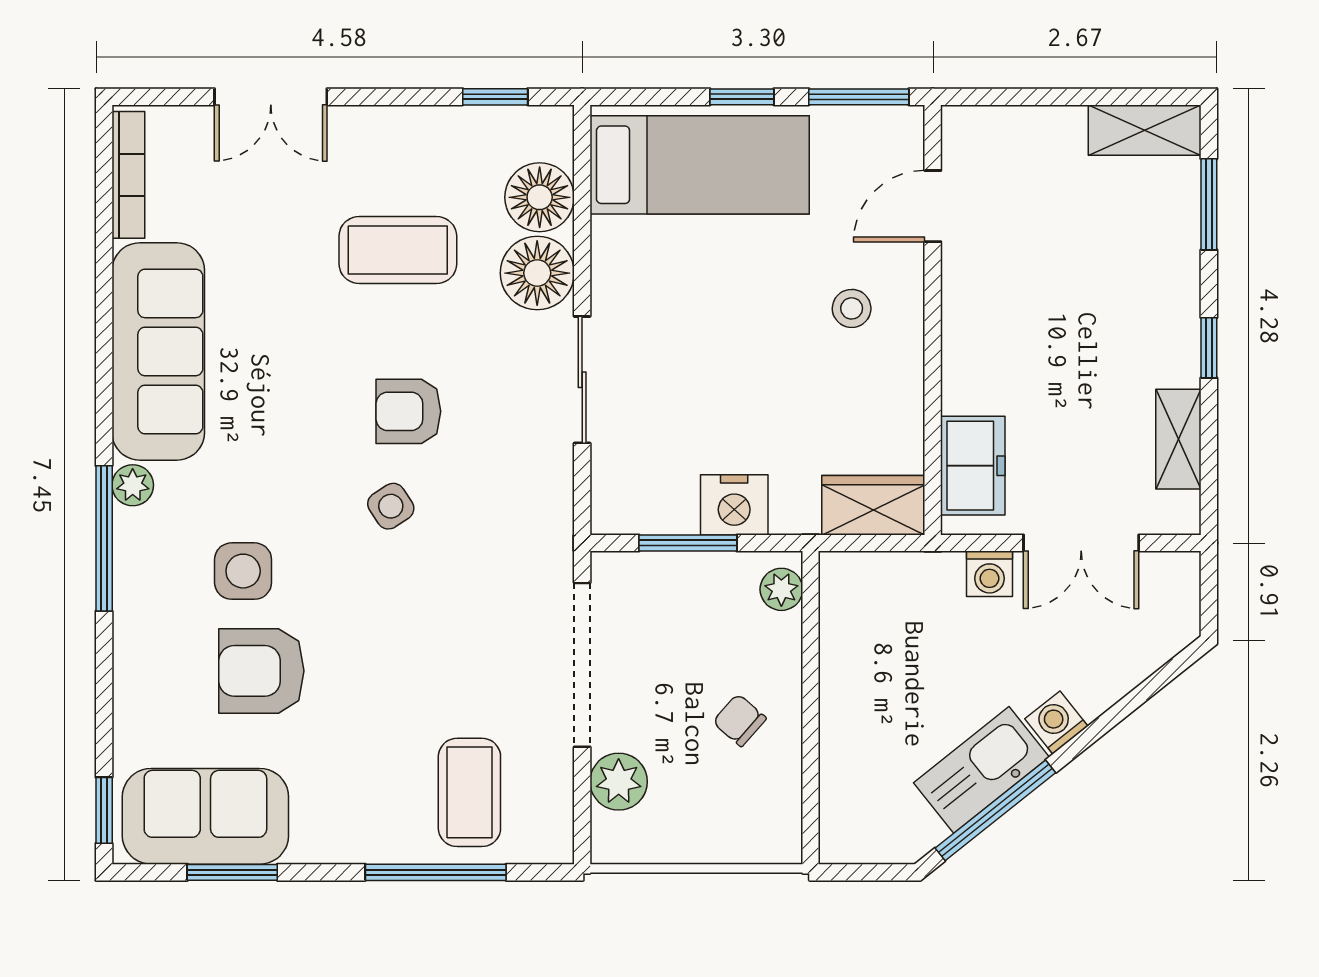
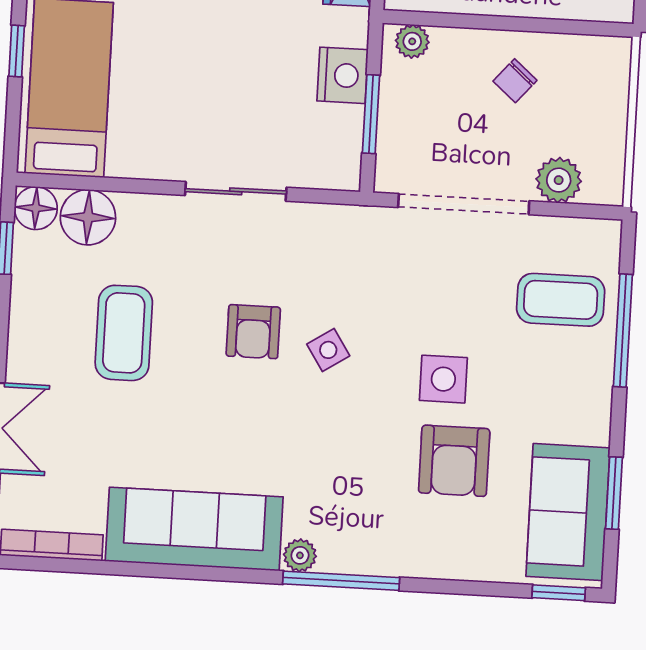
floor lamp: (537, 273) -> (36, 208), moved, width x0.73, depth x0.73
side table: (243, 571) -> (443, 379), moved

